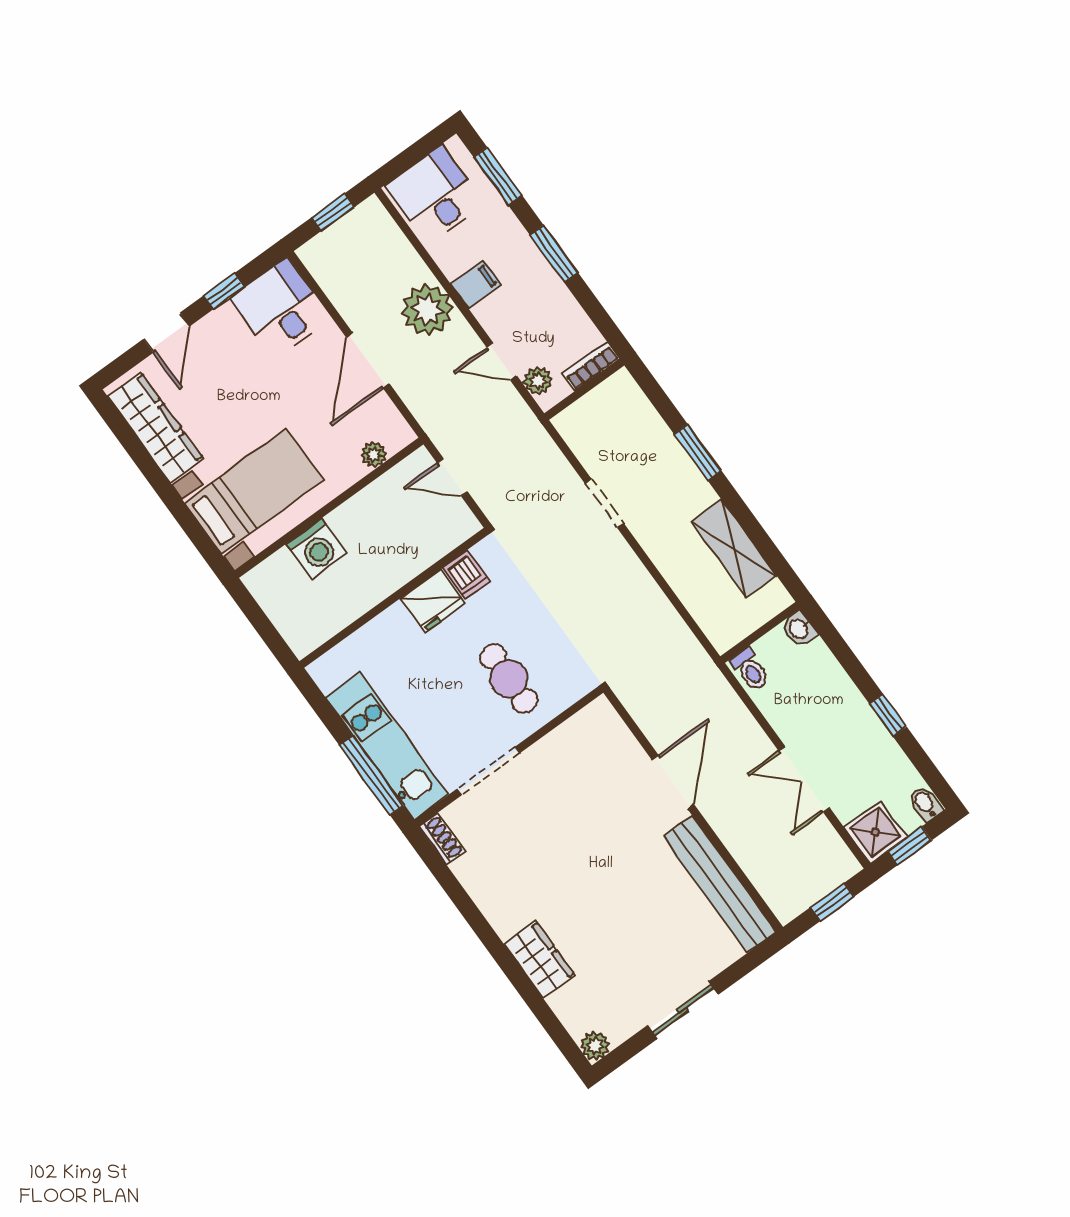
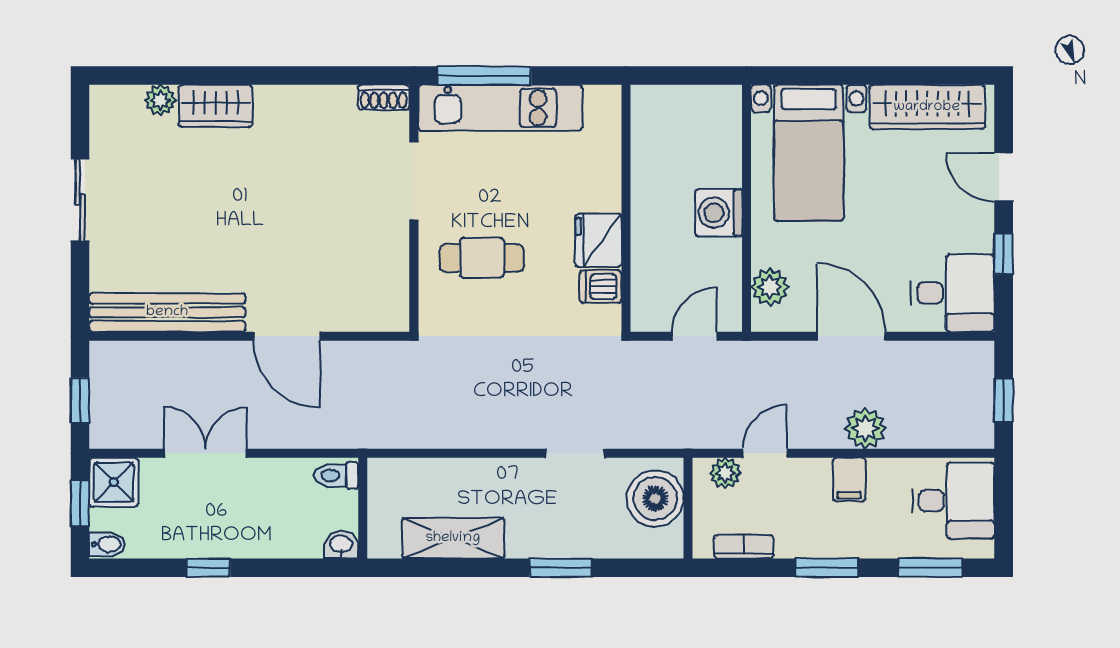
plant: (427, 310) -> (865, 428), width x0.73, depth x0.73
bookcase: (591, 366) -> (744, 547), moved, turned -90
boiler: (595, 419) -> (655, 499), added
plant: (374, 455) -> (770, 287), width x1.38, depth x1.38
washing machine: (317, 549) -> (719, 213), moved
plant: (595, 1046) -> (160, 100), moved

